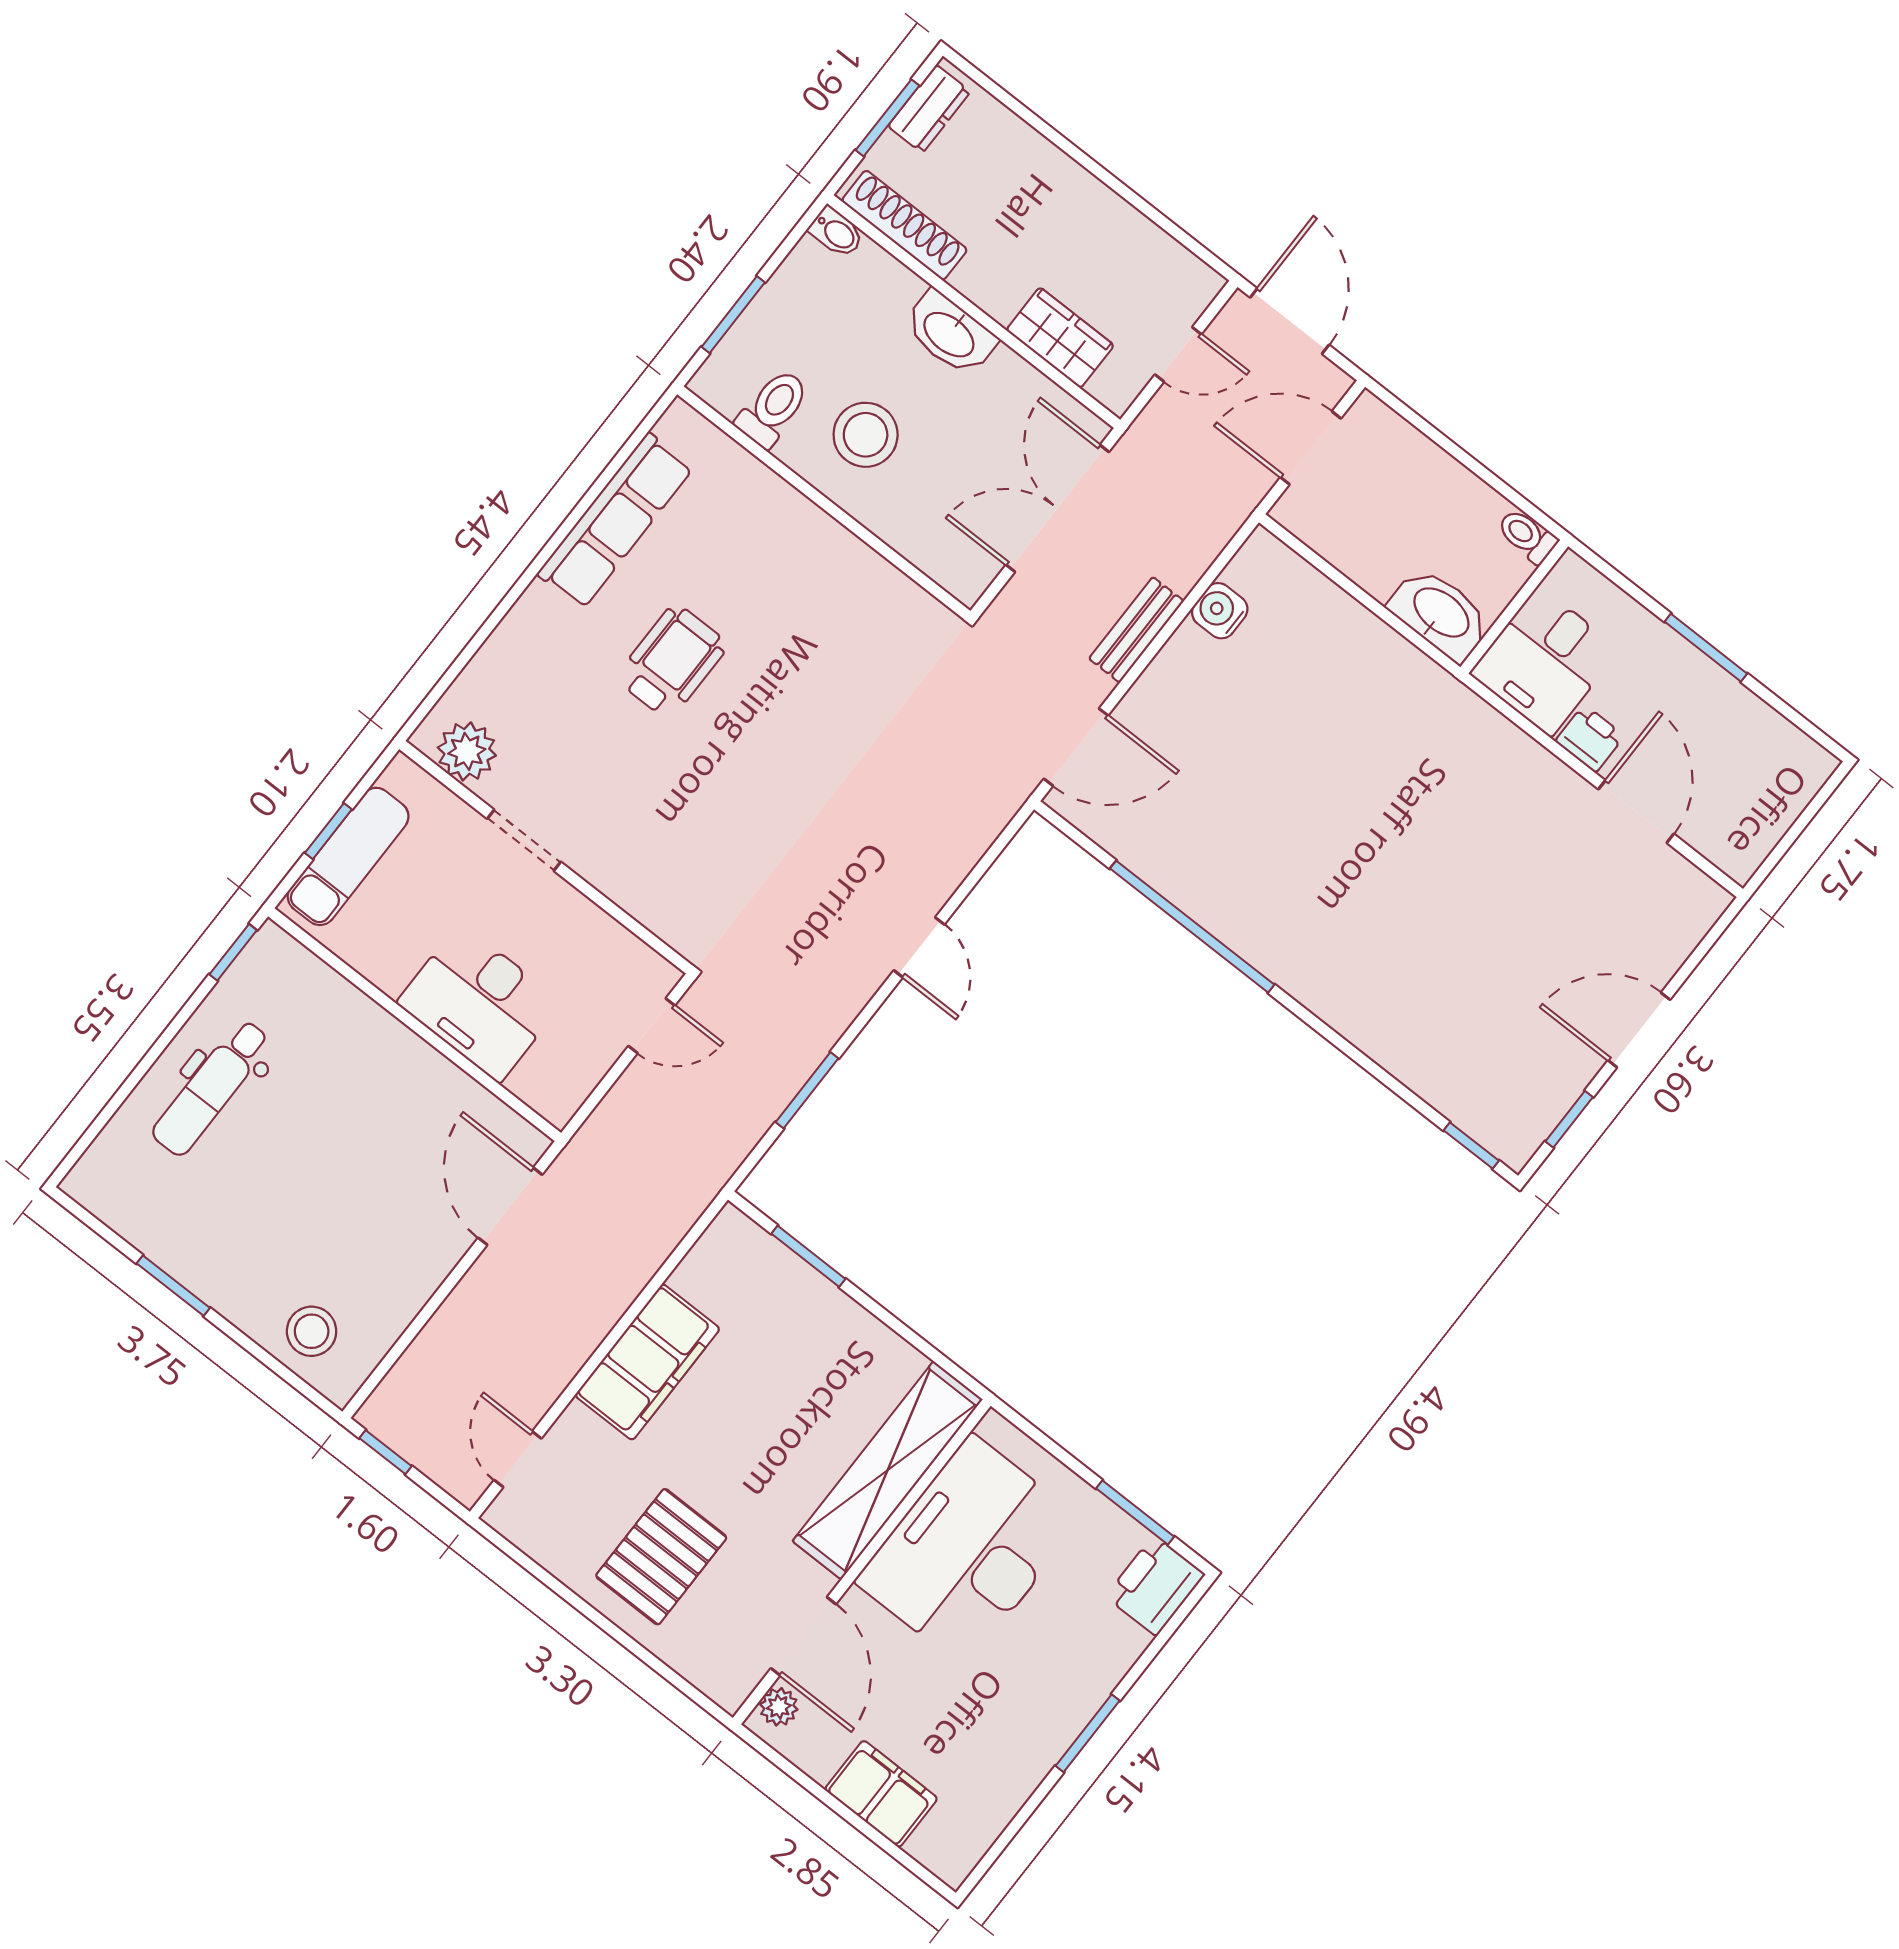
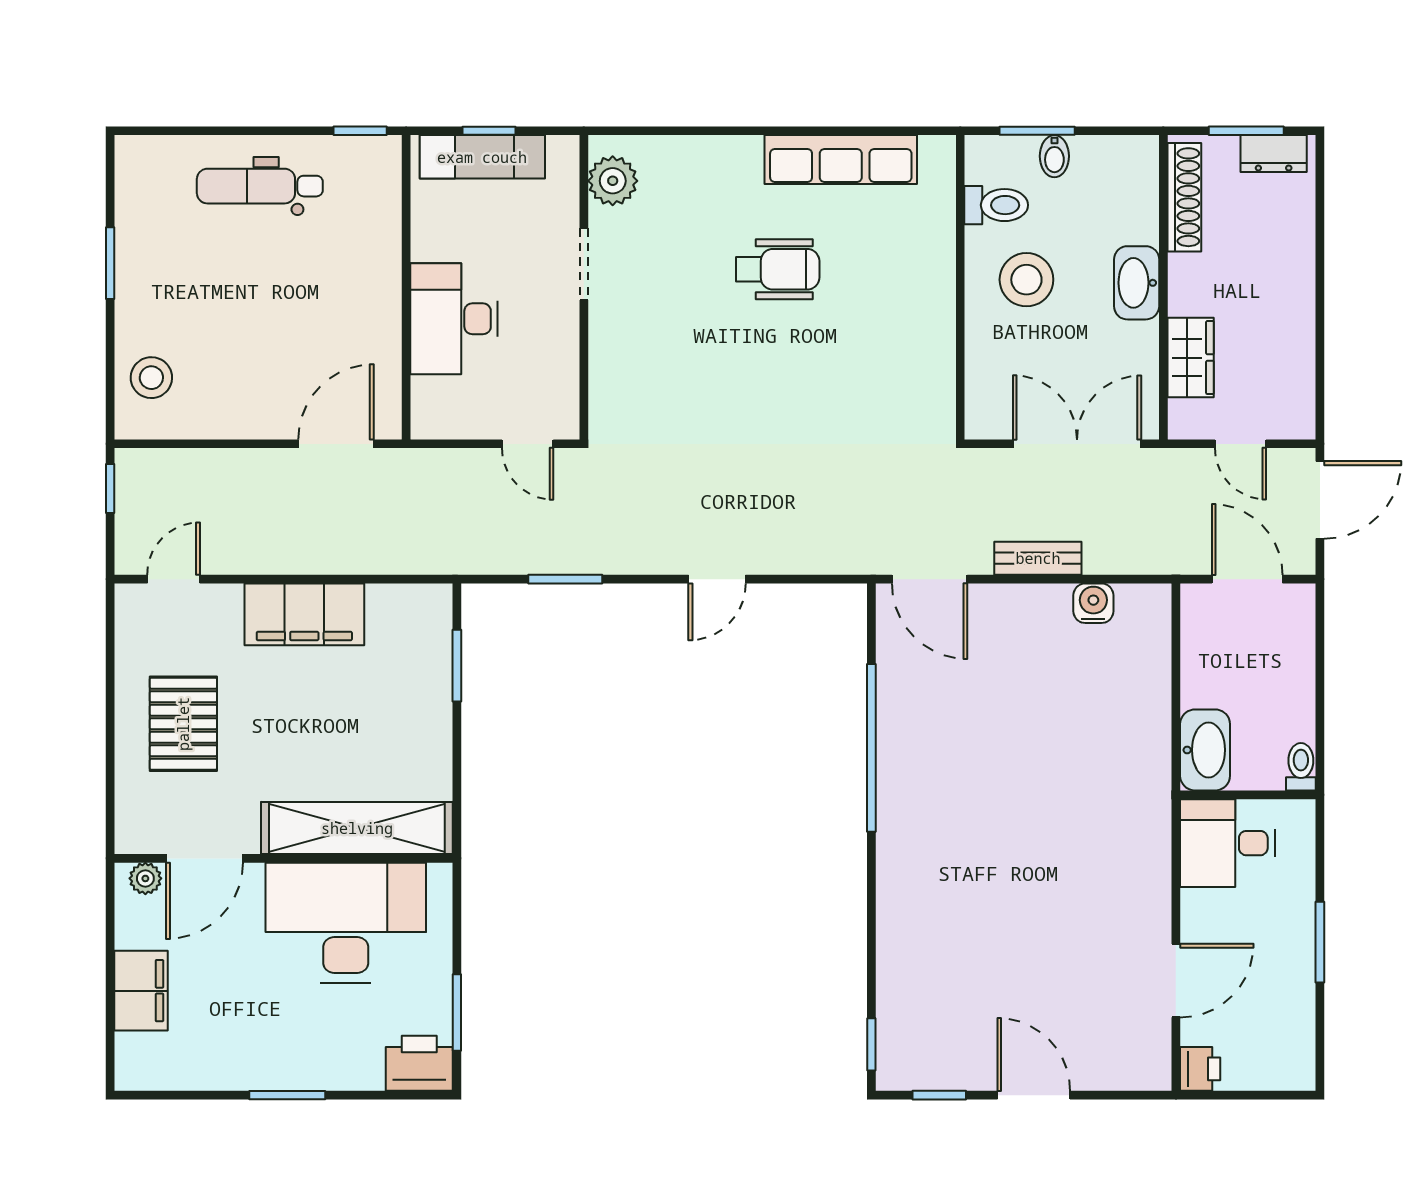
bidet: (836, 232) -> (1054, 156), moved
printer: (1590, 738) -> (1200, 1069), moved
pallet: (661, 1557) -> (183, 724), turned 90

